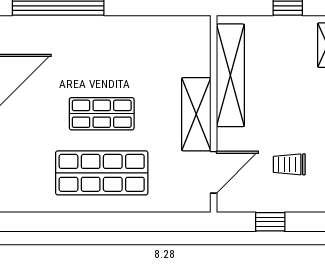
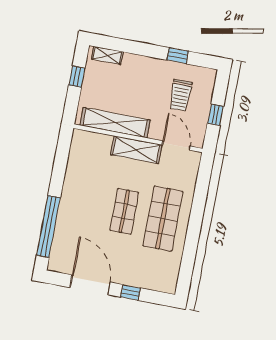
trolley: (289, 164) -> (180, 95), width x1.36, depth x1.39

